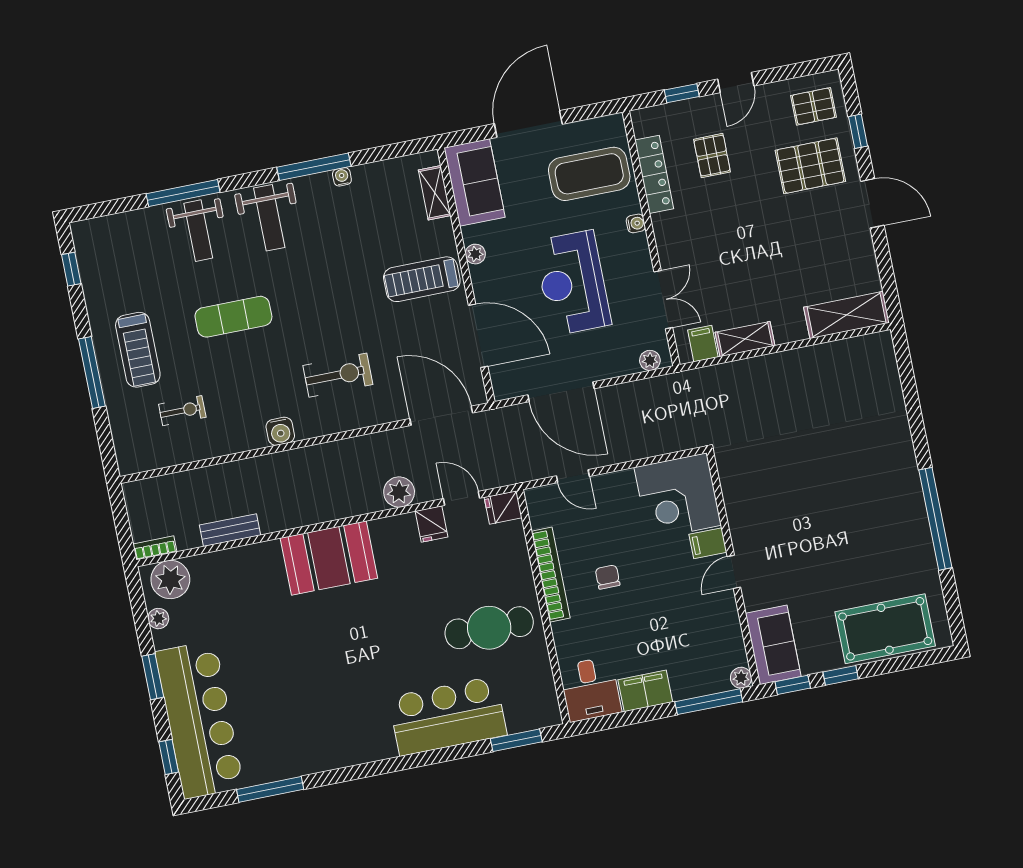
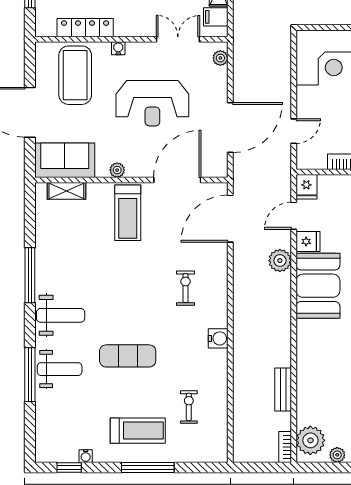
water cooler: (342, 177) -> (86, 456), moved, turned -90
exercise mat: (233, 317) -> (128, 356), turned 90
exercise bike: (338, 375) -> (186, 288), width x0.73, depth x0.72
booth: (329, 558) -> (318, 286), moved

